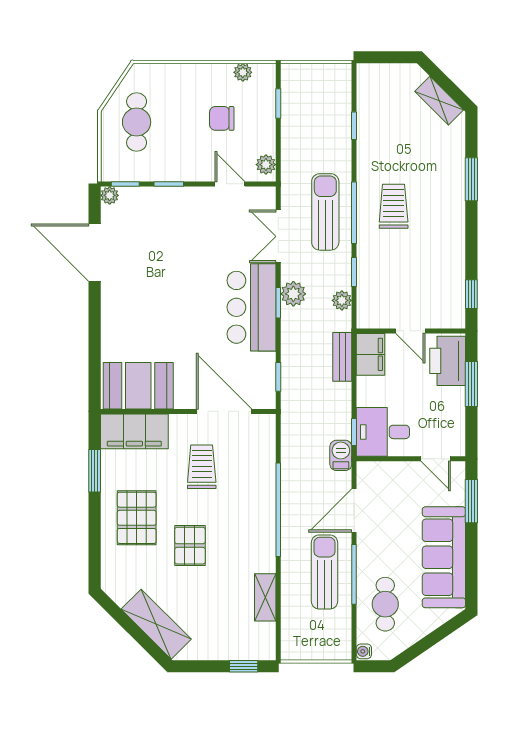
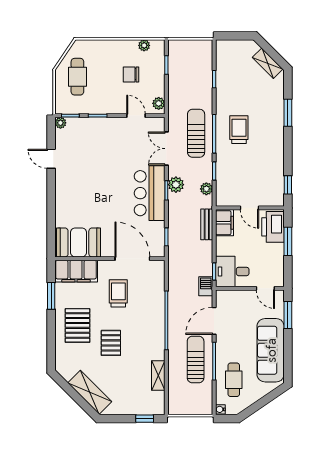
door: (95, 253) -> (51, 159), width x0.53

